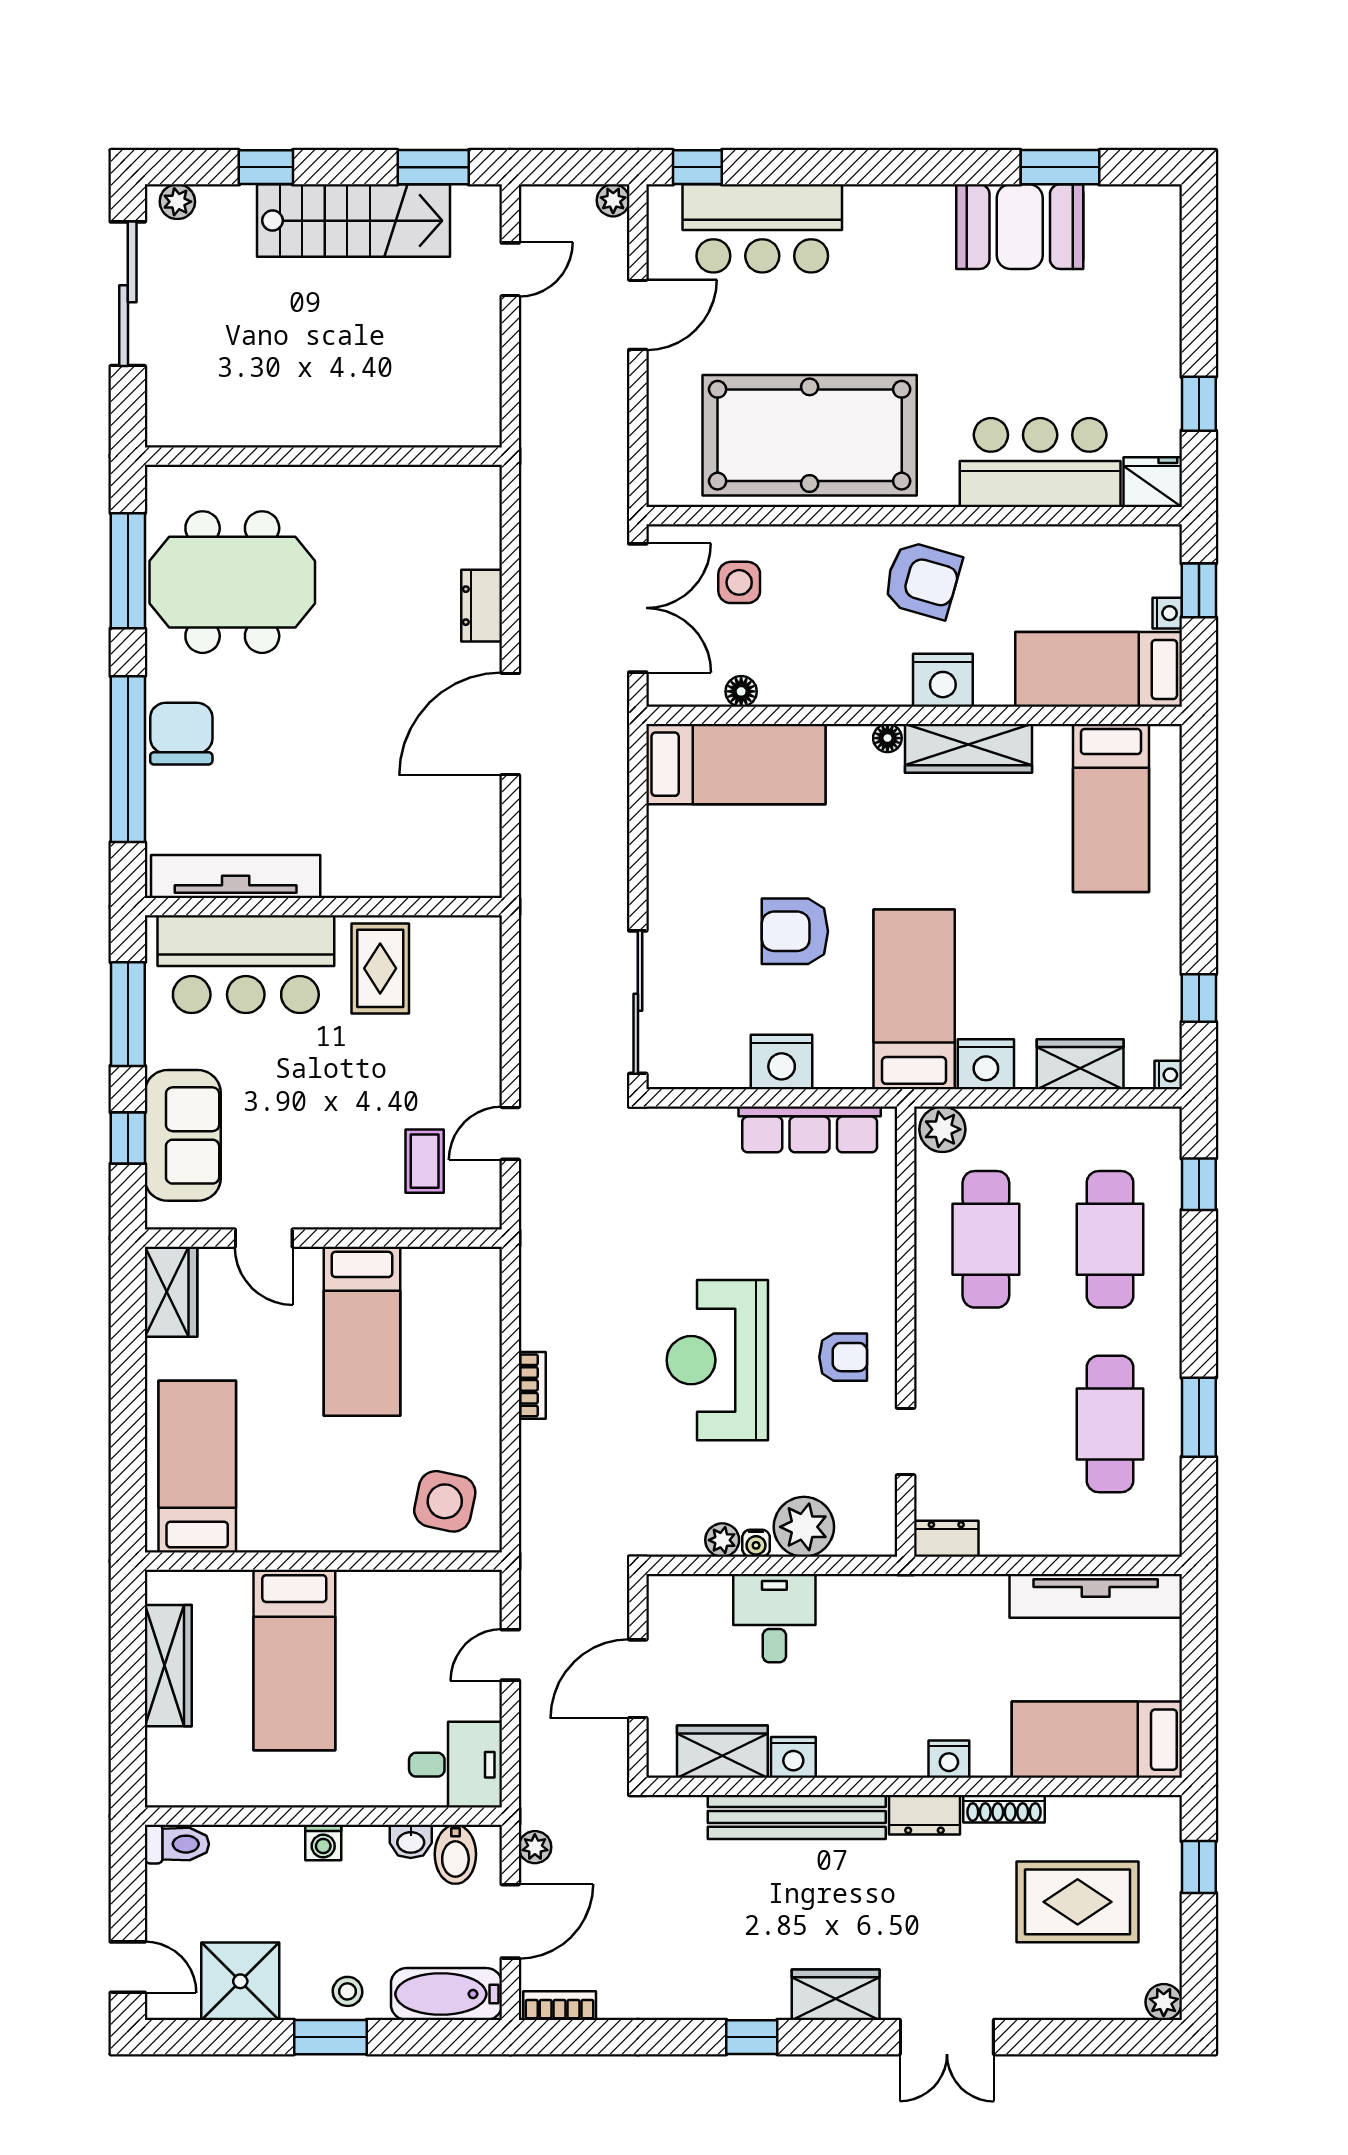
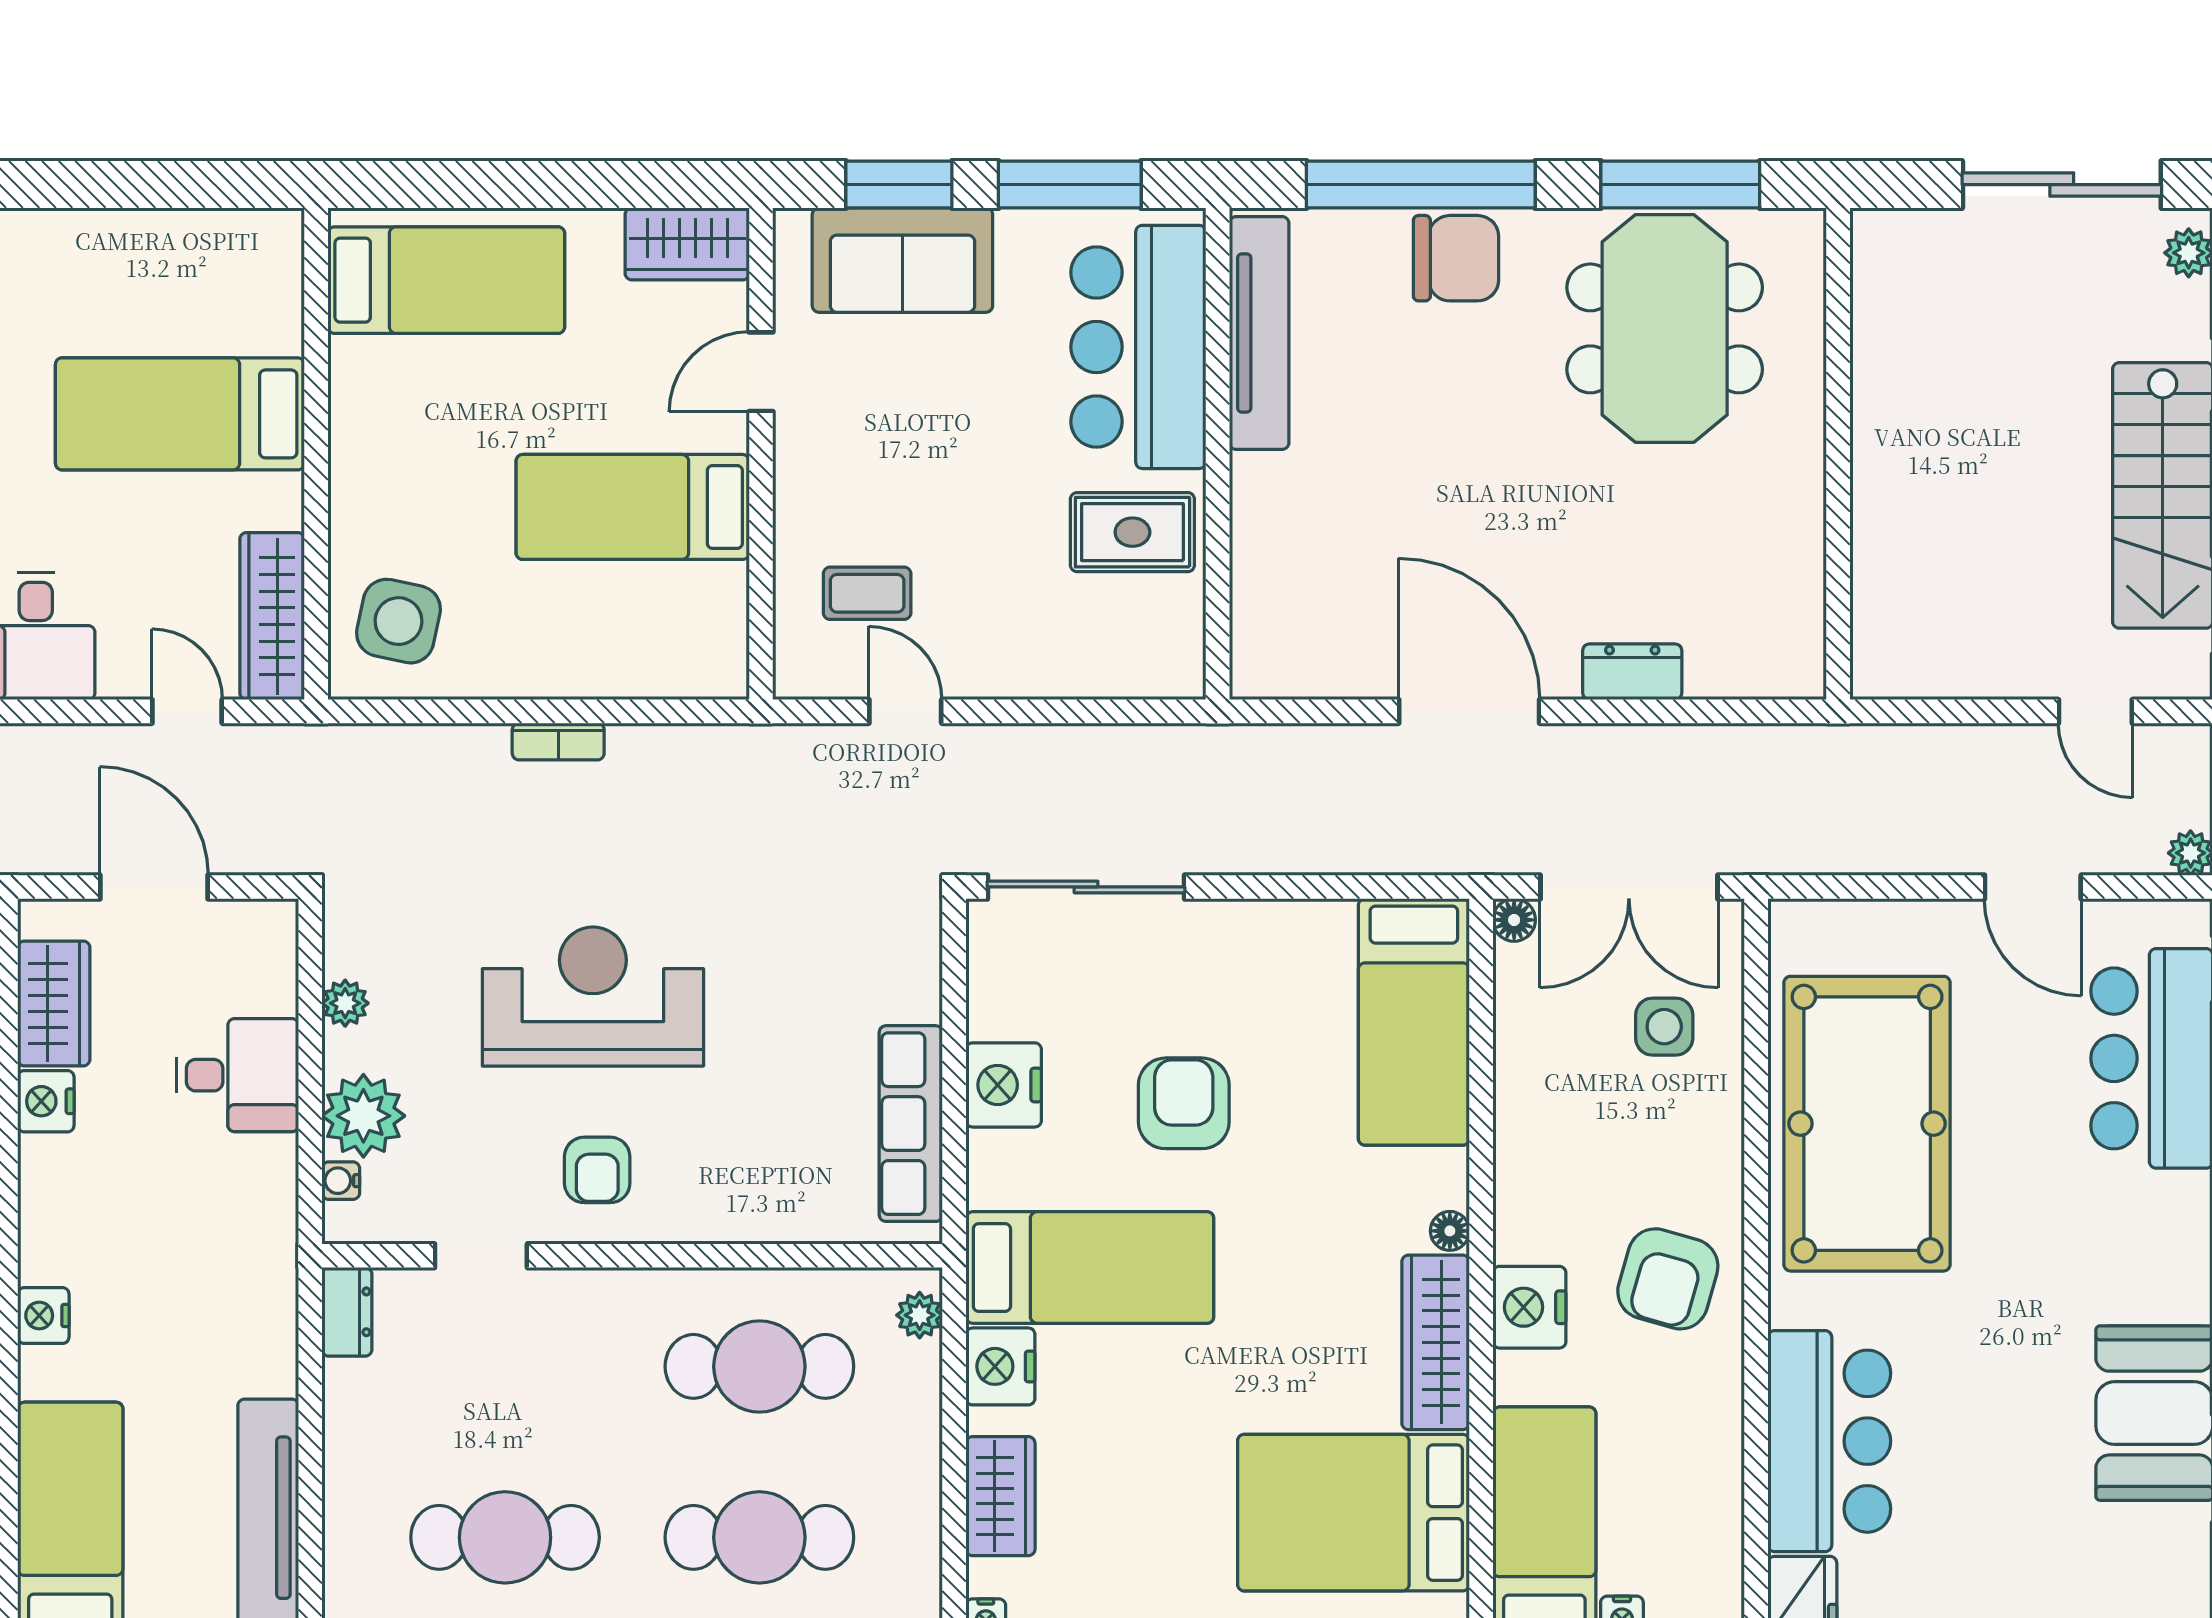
floor lamp: (741, 691) -> (1514, 920), moved
bed: (1111, 808) -> (1353, 1513), width x1.50
plant: (942, 1129) -> (920, 1315), width x0.73, depth x0.73
window: (128, 1138) -> (899, 185), width x1.50
water cooler: (756, 1543) -> (341, 1181), moved
wardrobe: (168, 1666) -> (272, 616), moved, turned 90

